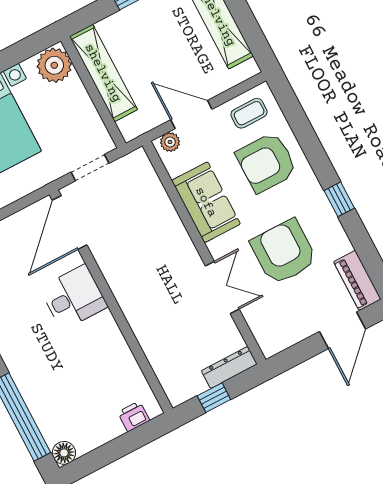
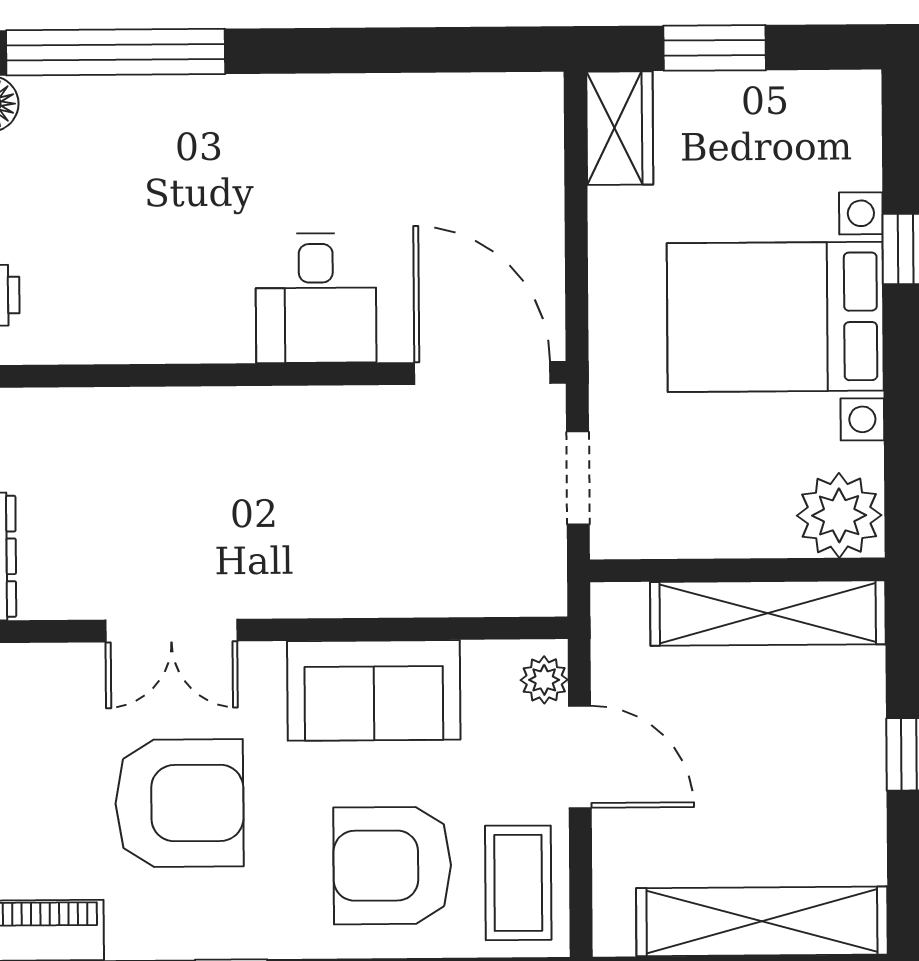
coffee table: (249, 113) -> (518, 883), width x1.36, depth x1.30
door: (191, 114) -> (580, 757), hinge flipped
armchair: (266, 162) -> (392, 866), turned -90

